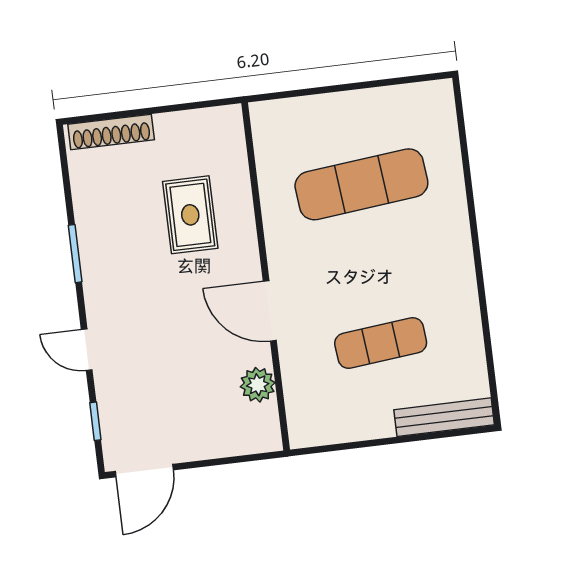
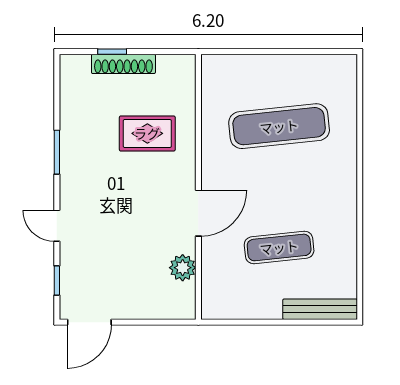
window: (131, 113) -> (112, 52), added
shoe rack: (111, 132) -> (123, 64), moved
rug: (190, 215) -> (147, 133), turned 90
door: (270, 311) -> (198, 213), swing flipped

